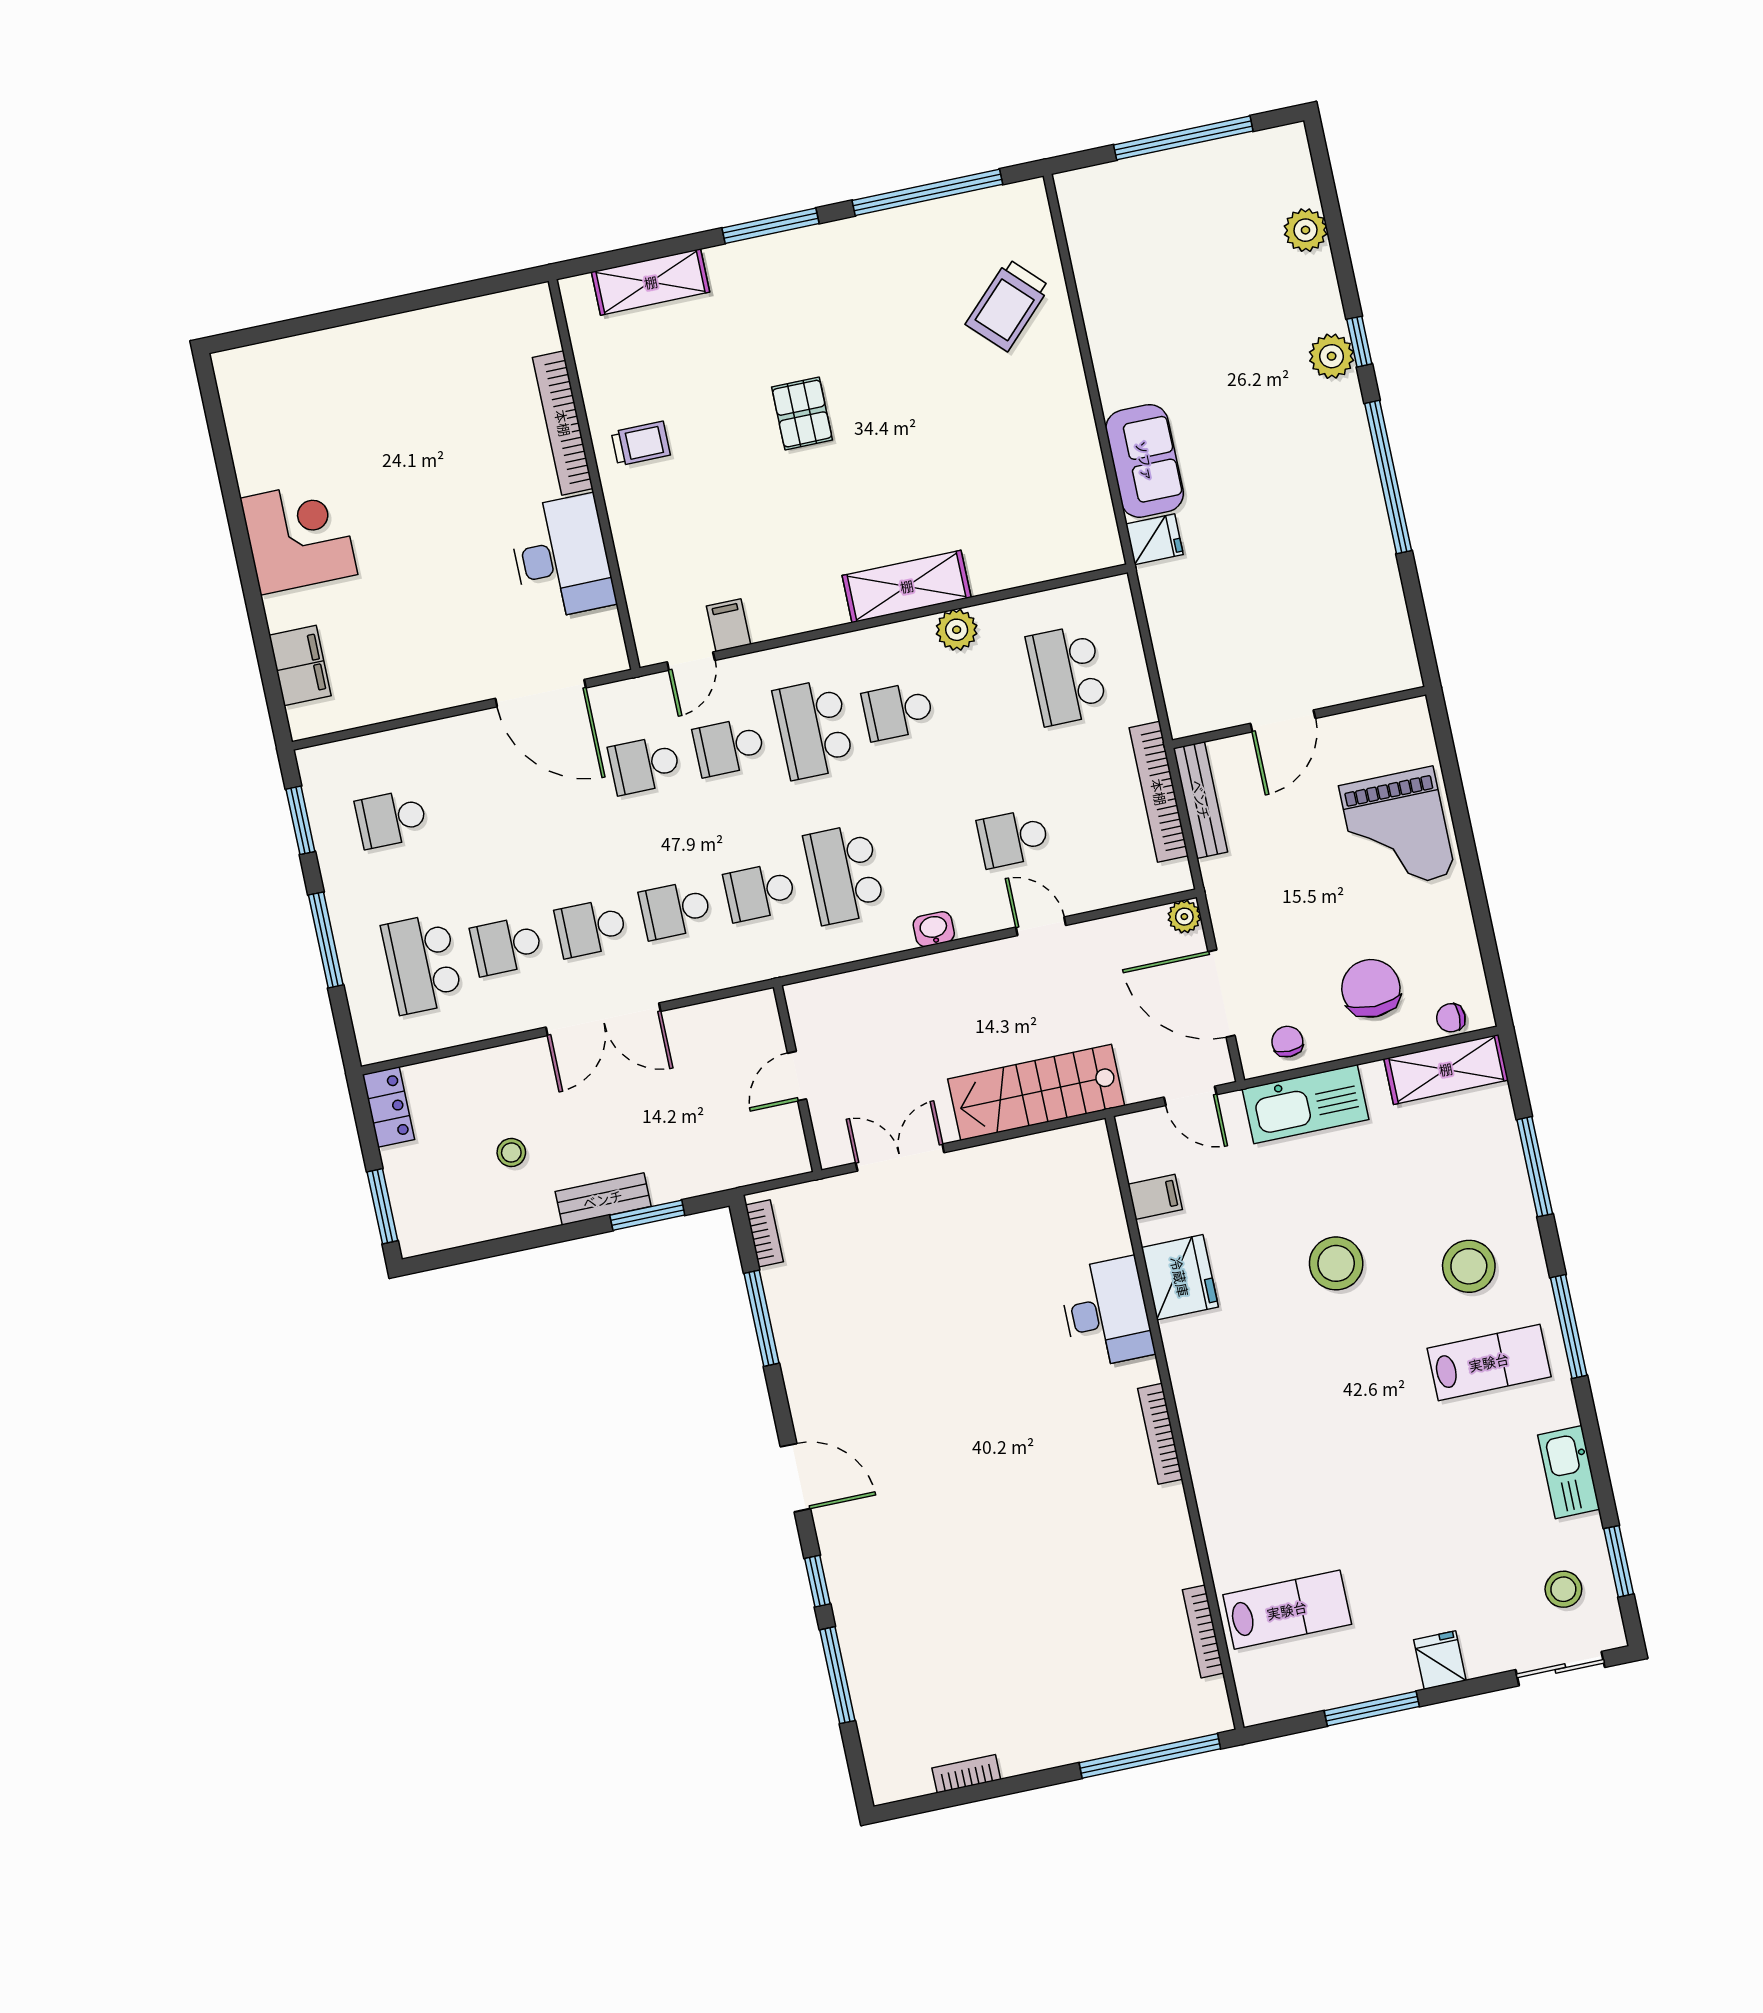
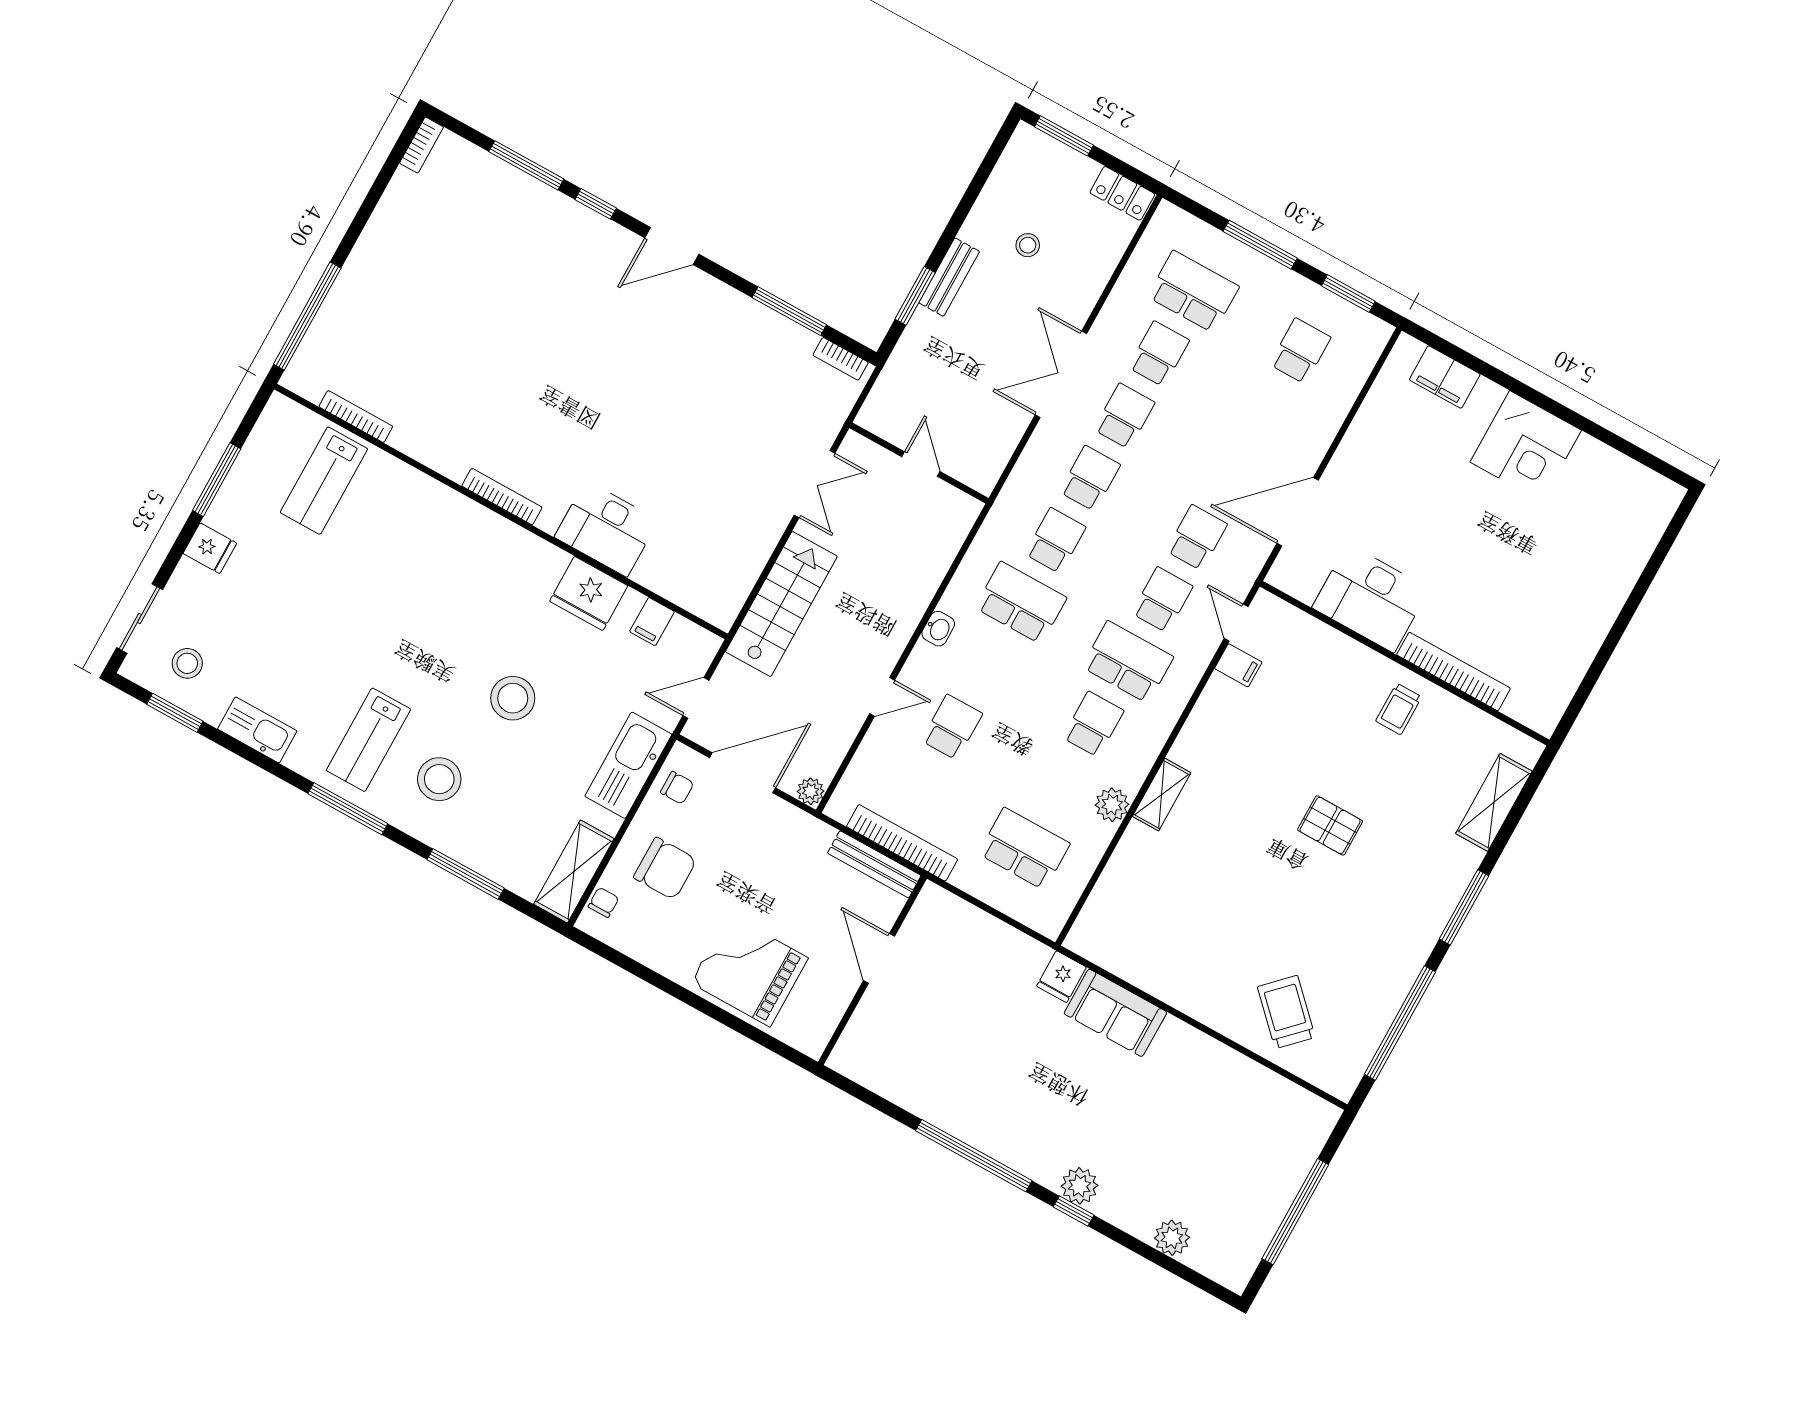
shelving: (907, 586) -> (1162, 795), width x0.67, depth x0.75
bookcase: (966, 1774) -> (422, 145), moved

